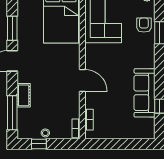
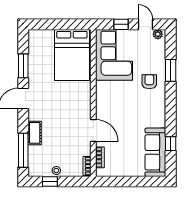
armchair: (144, 25) -> (149, 82), moved
door: (82, 80) -> (93, 131), moved
sofa: (144, 93) -> (155, 152), moved

